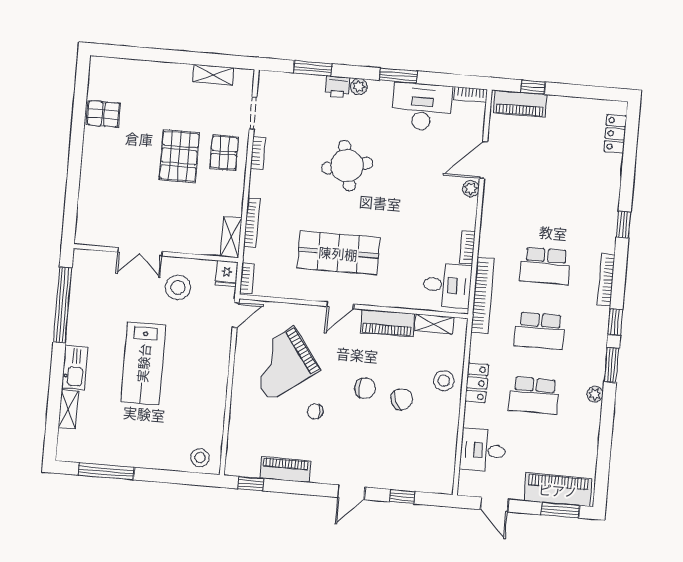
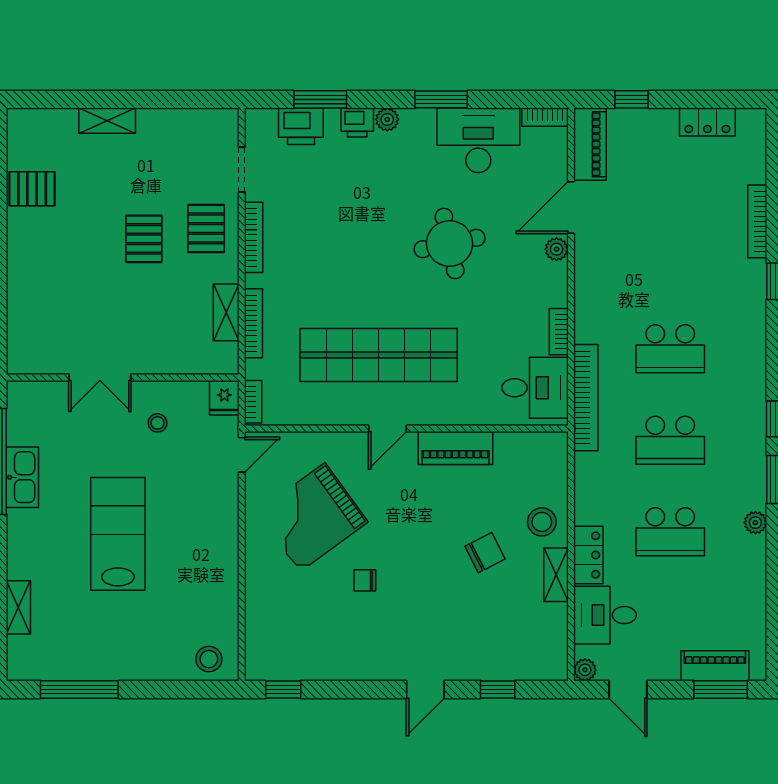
shelving: (213, 75) -> (107, 121), moved
printer: (297, 86) -> (301, 126), added
piano: (520, 104) -> (590, 144), moved, turned -90
locker: (615, 134) -> (707, 122), moved, turned -90
bookcase: (258, 153) -> (254, 237), width x1.56
pallet: (179, 156) -> (144, 239), width x0.67, depth x0.71
round table: (347, 166) -> (450, 243), moved
shelving: (231, 237) -> (226, 312), moved
shop shelf: (338, 253) -> (379, 355), width x1.40
bookcase: (606, 280) -> (757, 221), moved
stool: (178, 287) -> (158, 423), width x0.53, depth x0.53
shelving: (434, 324) -> (556, 575), moved, turned 90
lab bench: (143, 363) -> (118, 534), turned 180
kitchen sink: (75, 368) -> (22, 477), moved
locker: (477, 383) -> (588, 555), moved
chair: (365, 388) -> (432, 542), removed
piano: (285, 470) -> (330, 666), removed
plant: (465, 488) -> (585, 670), added
piano: (558, 490) -> (715, 666), width x0.73, depth x0.75

